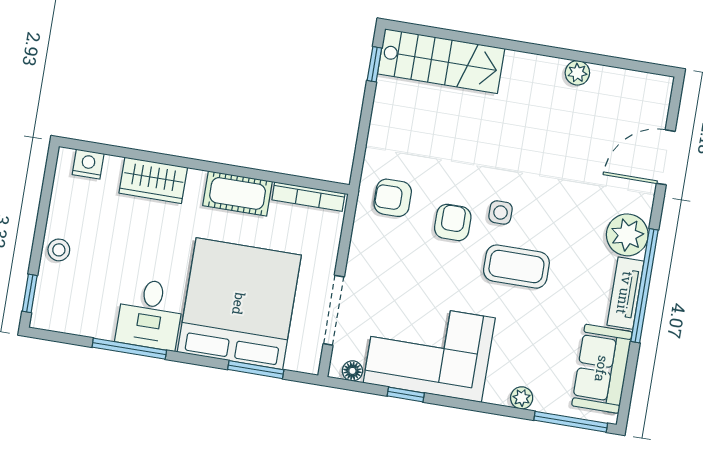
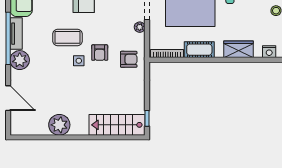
plant: (577, 73) -> (59, 125), width x1.87, depth x1.87
door: (666, 157) -> (8, 98), hinge flipped
plant: (358, 263) -> (140, 27), added

